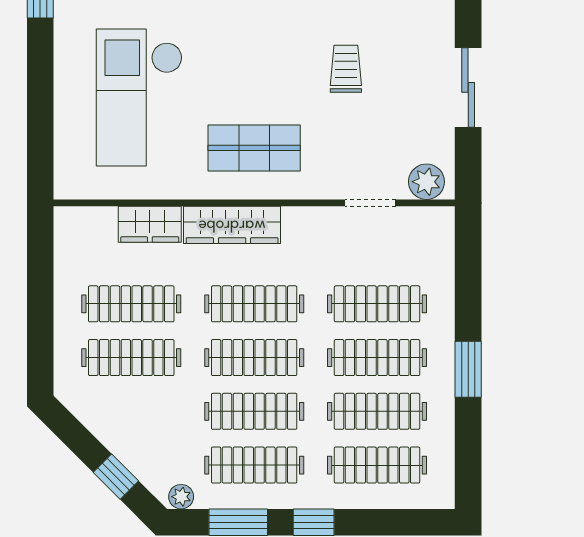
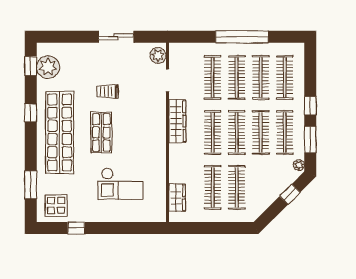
checkout: (139, 98) -> (120, 184), width x0.73, depth x0.83
shop shelf: (254, 148) -> (101, 132), moved
wardrobe: (150, 224) -> (177, 198), moved
wardrobe: (232, 225) -> (177, 121), moved
window: (468, 369) -> (242, 37), width x2.11

